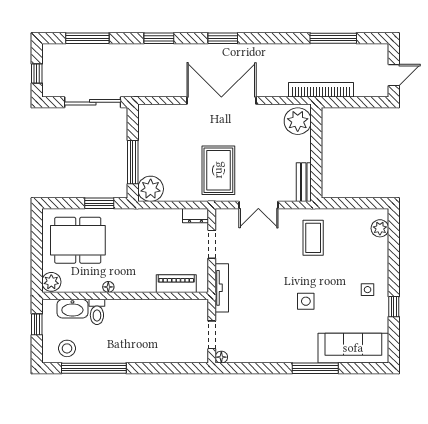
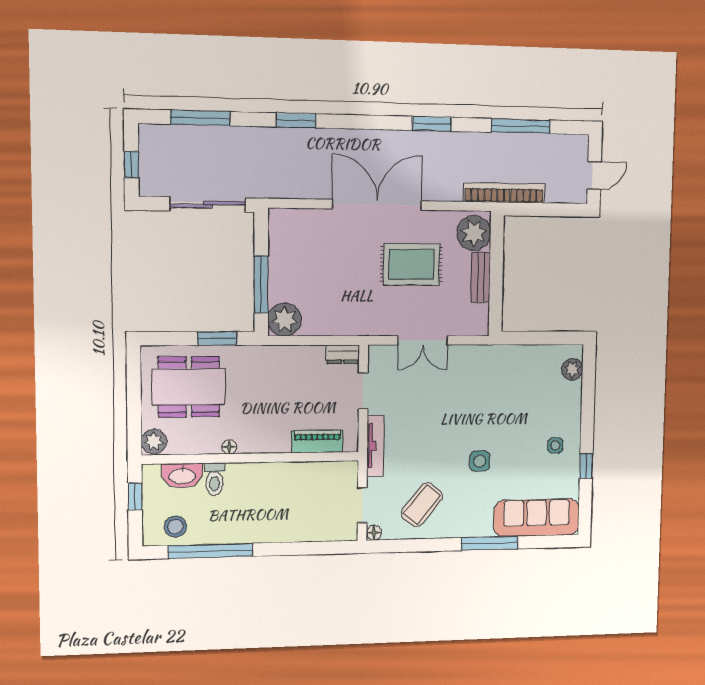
window: (223, 38) -> (432, 124), moved
rug: (218, 170) -> (411, 264), moved, turned 90
bench: (304, 182) -> (481, 277), moved
coffee table: (313, 238) -> (422, 505), moved, turned 39

